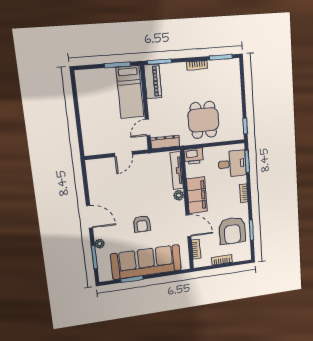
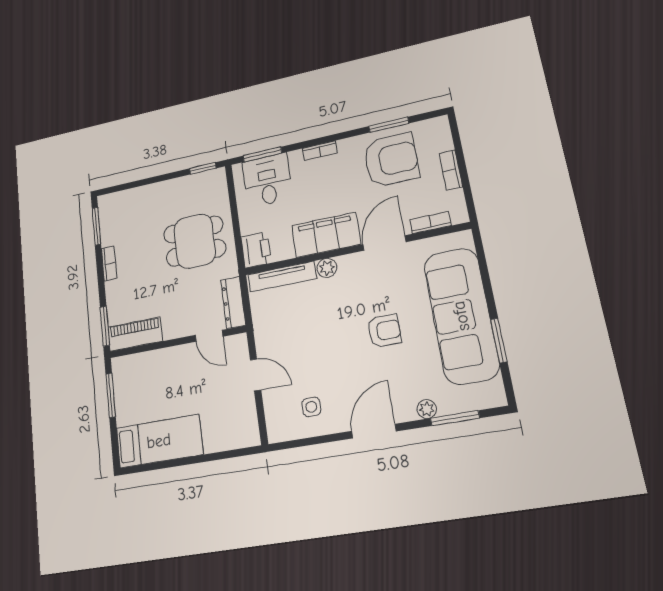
bed: (130, 92) -> (159, 441), moved
side table: (104, 184) -> (311, 407), added

